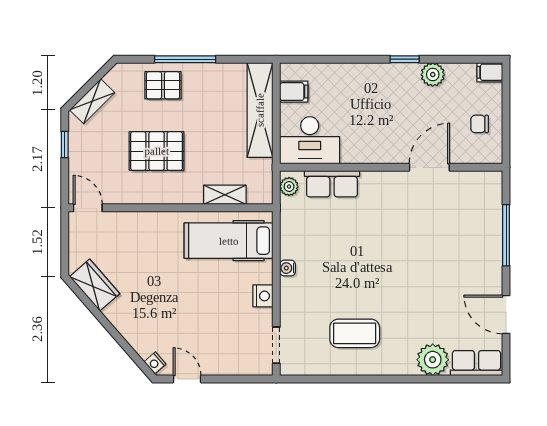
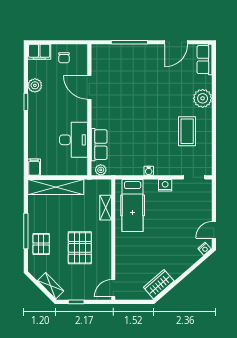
filing cabinet: (490, 72) -> (39, 52), width x2.00
filing cabinet: (294, 92) -> (34, 167), moved
desk: (310, 140) -> (74, 140), moved
plant: (433, 360) -> (203, 98), moved

